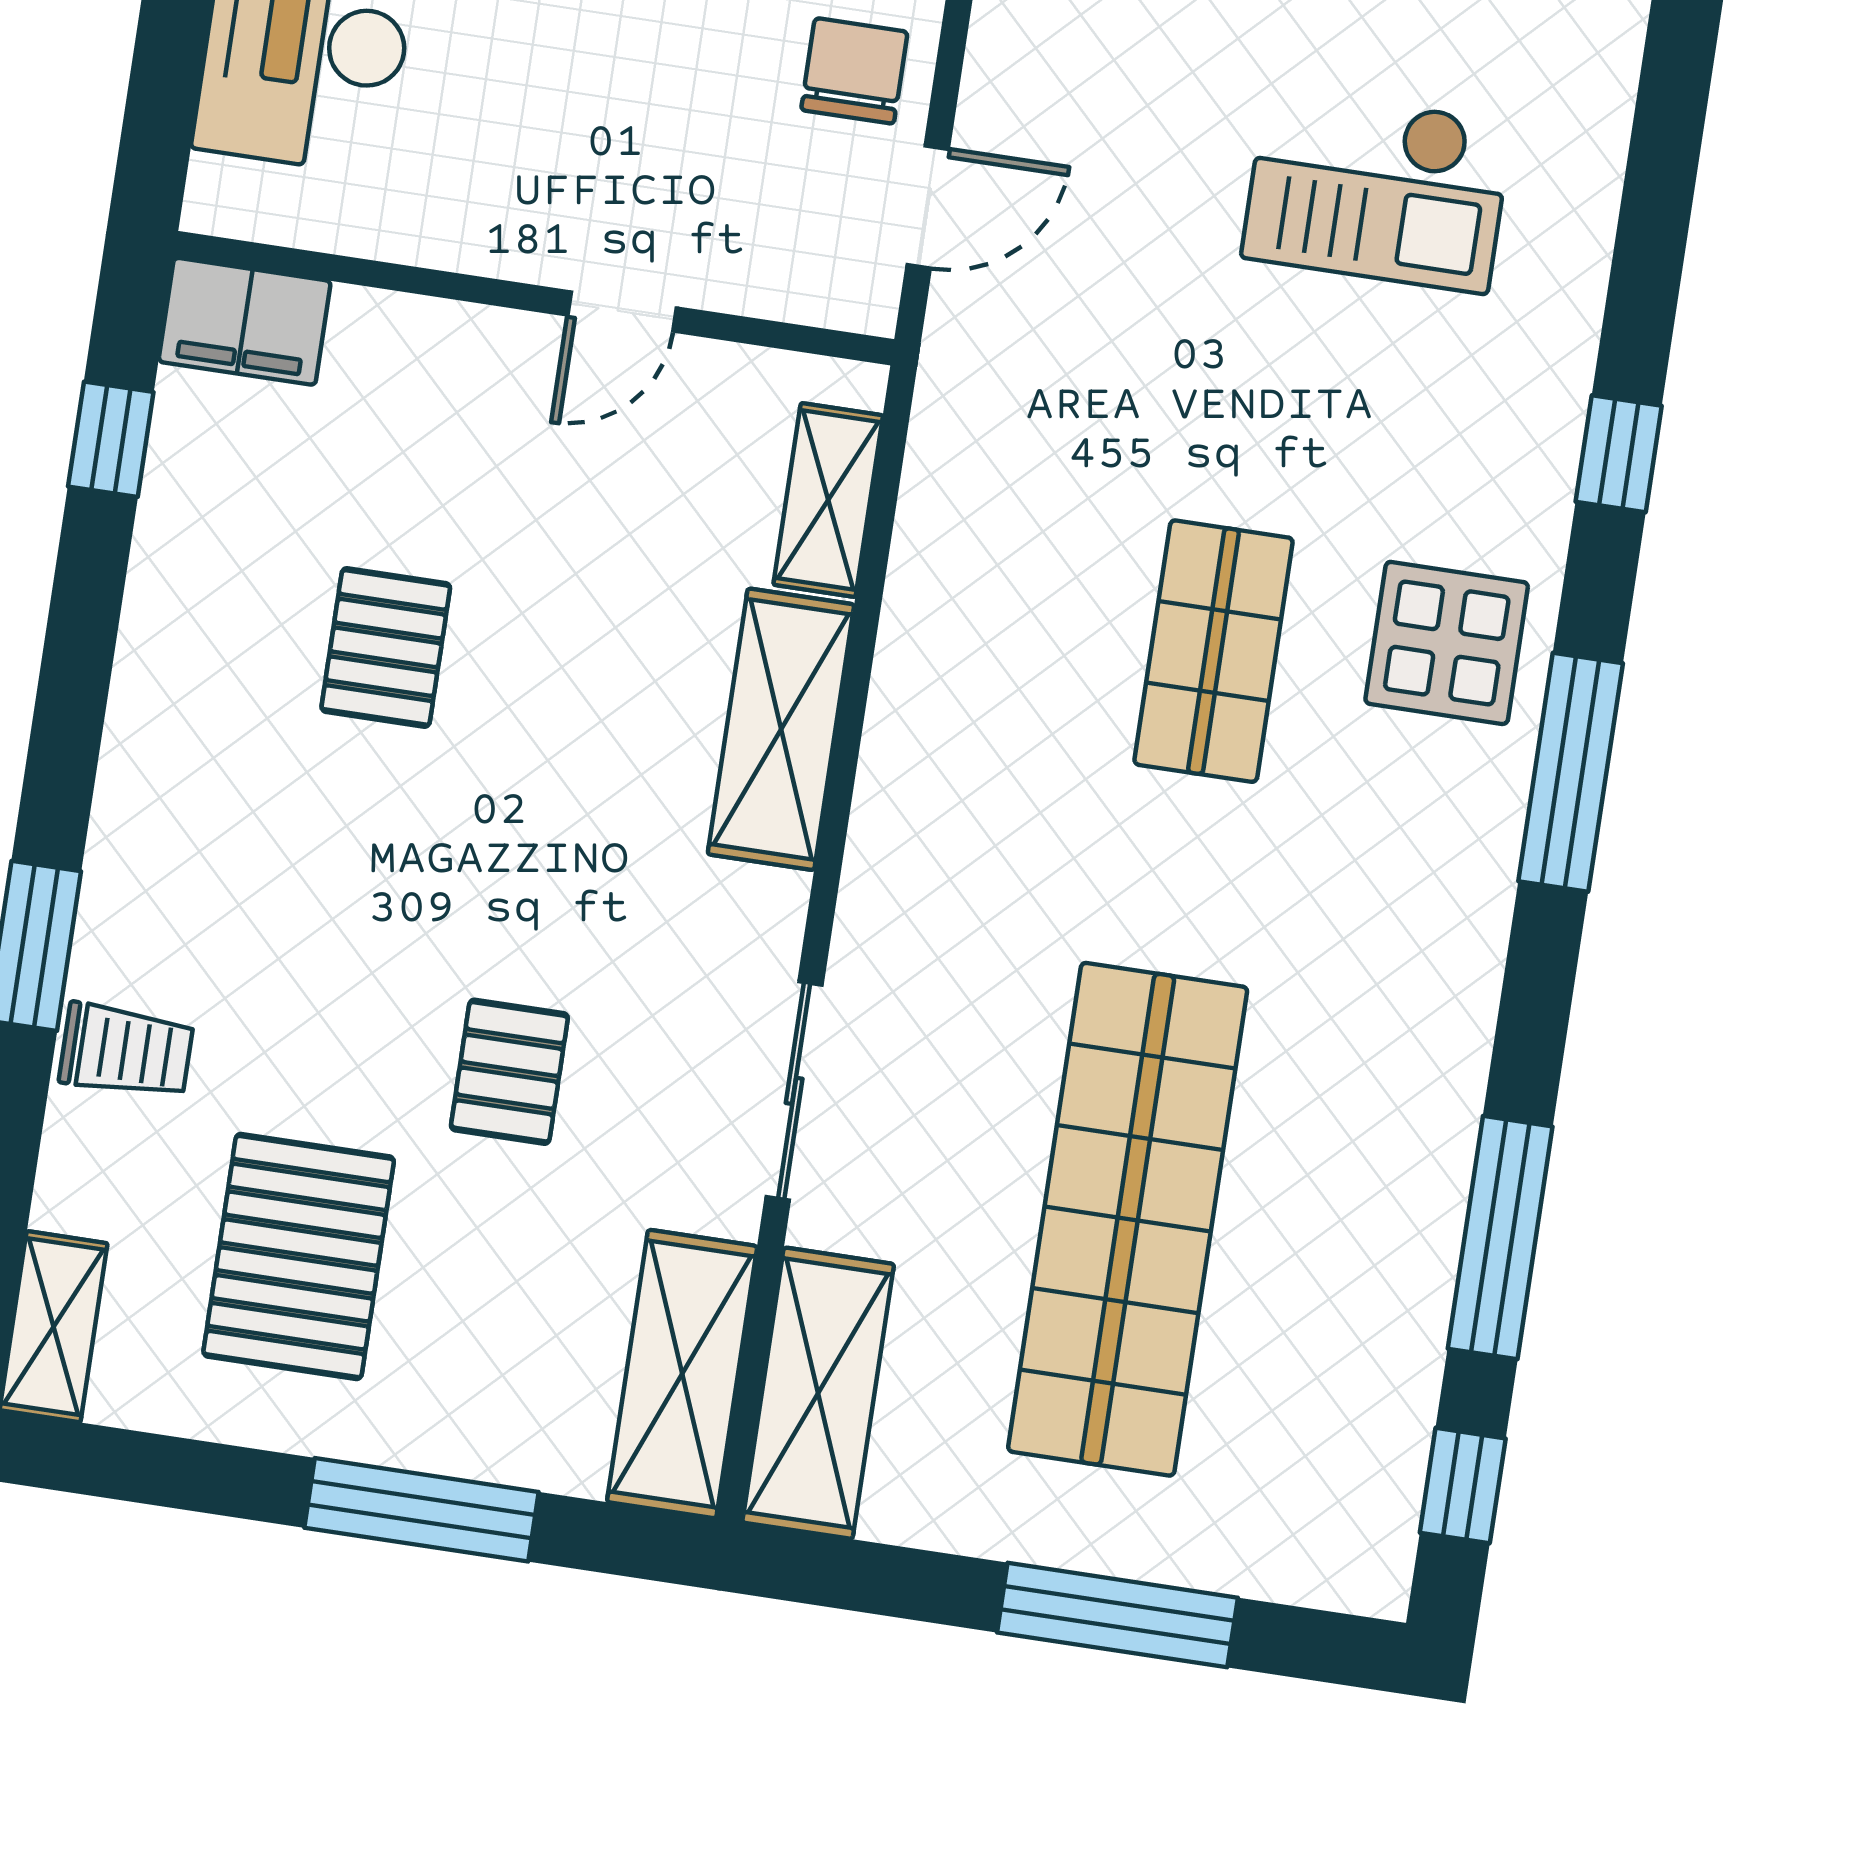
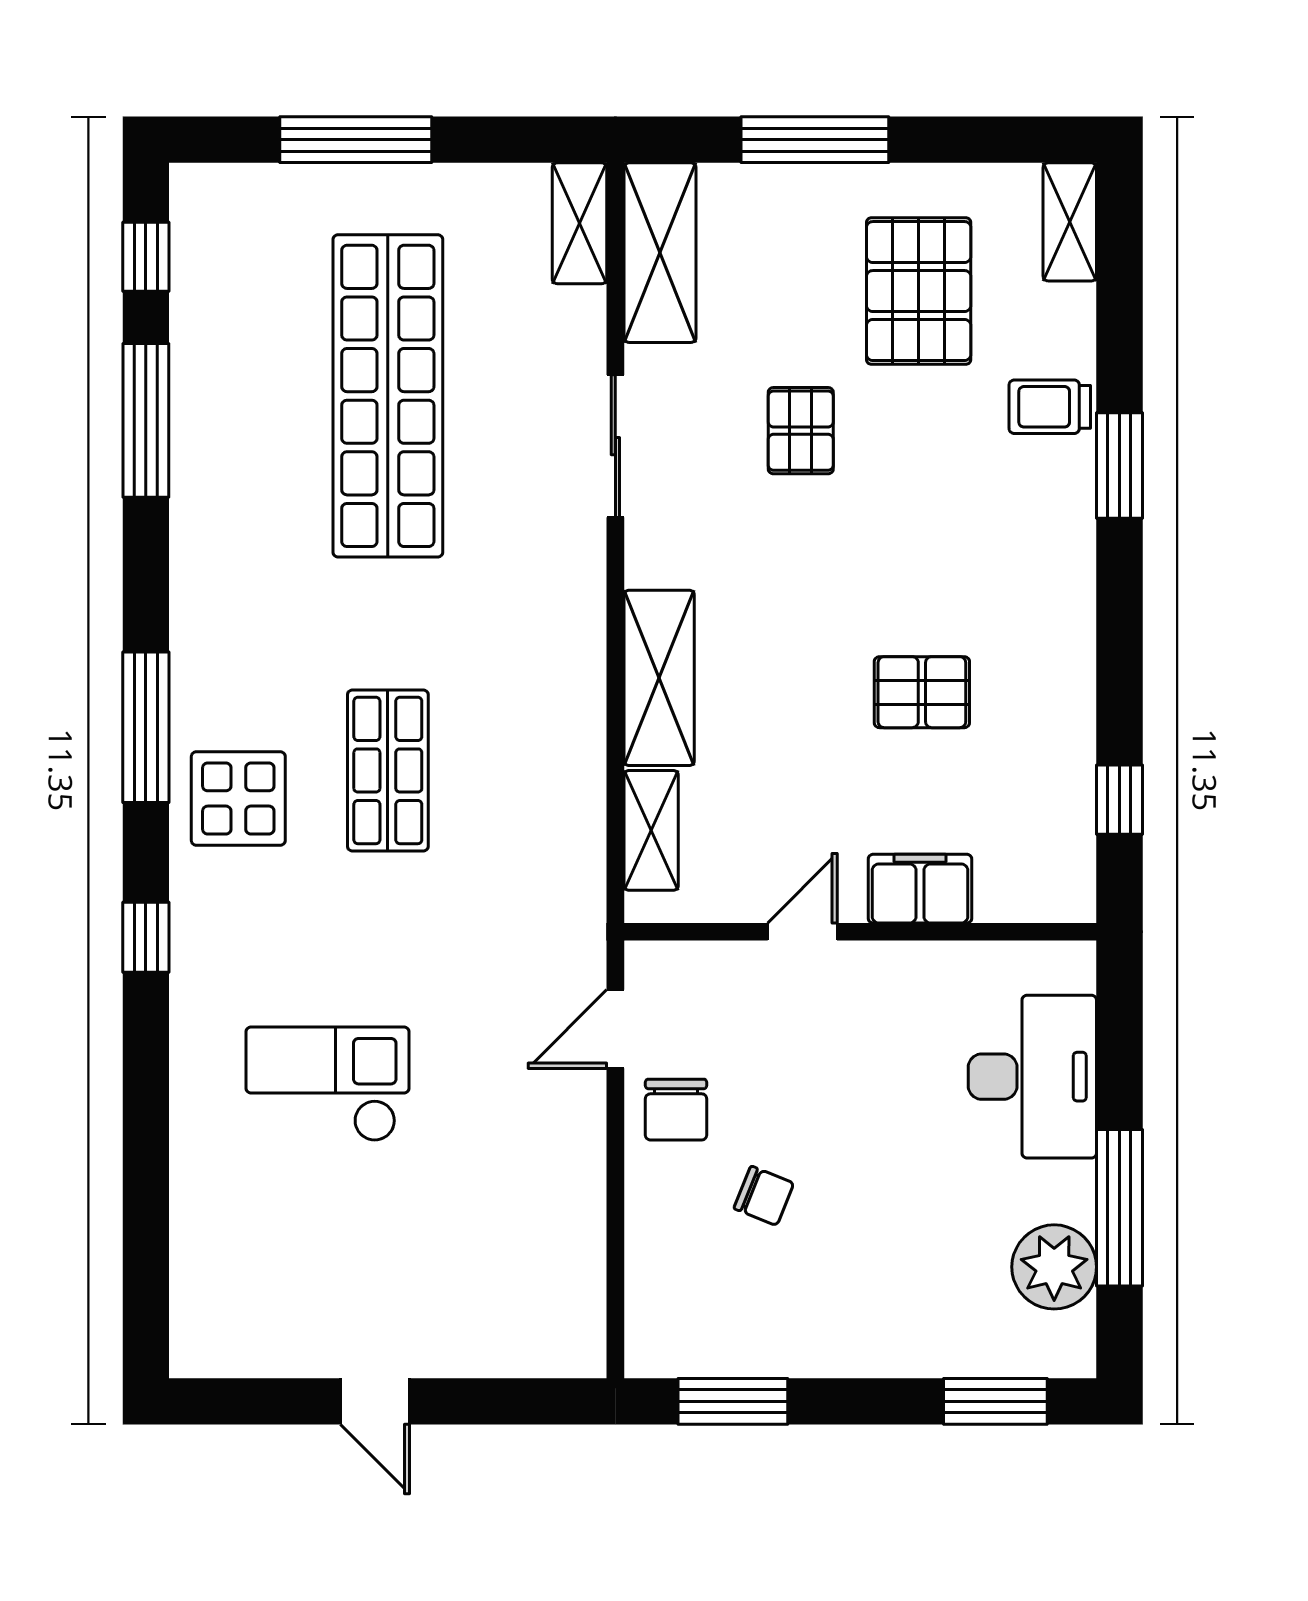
filing cabinet: (245, 321) -> (920, 889), moved
pallet: (386, 647) -> (922, 692), turned 90
shelving: (818, 1393) -> (580, 223), width x0.67, depth x0.75

